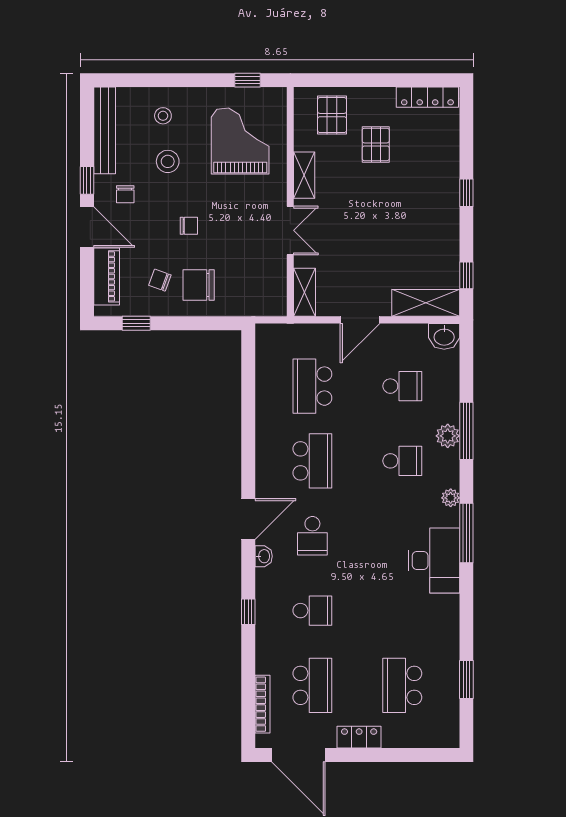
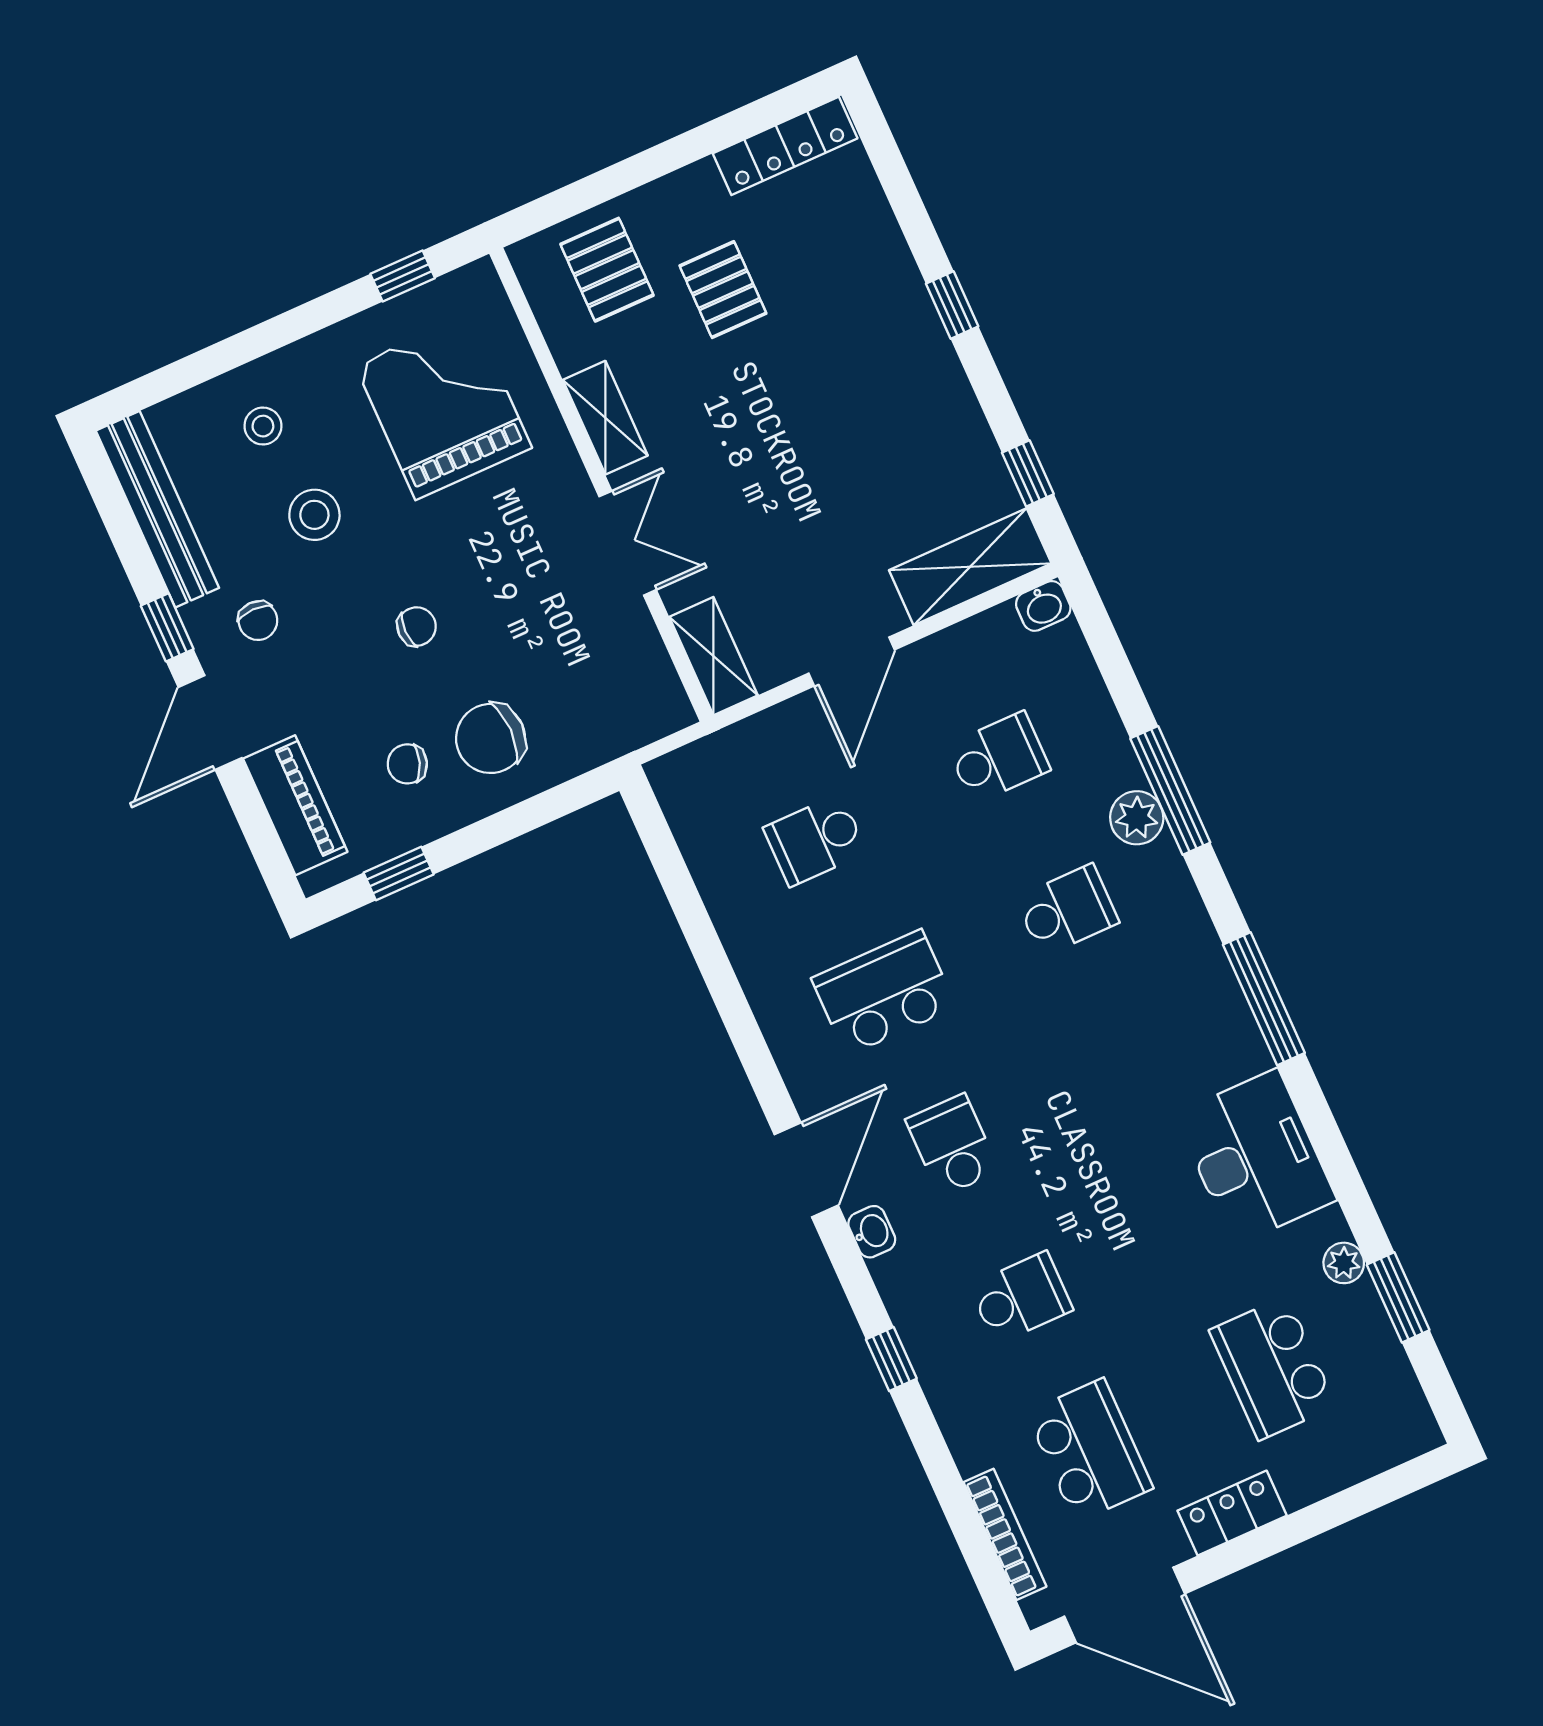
door: (87, 227) -> (210, 723), swing flipped
washbasin: (444, 336) -> (1043, 606), width x0.72, depth x0.69
school desk: (312, 386) -> (815, 840), width x0.54
school desk: (312, 461) -> (884, 993), turned -90
plant: (451, 498) -> (1344, 1263), moved
school desk: (312, 536) -> (952, 1145), turned 180
desk: (434, 560) -> (1256, 1157), moved

